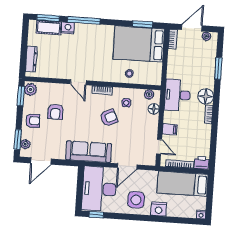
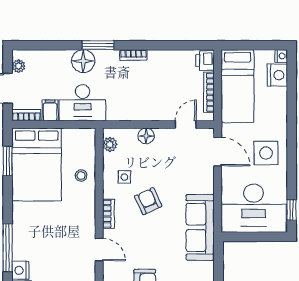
window: (218, 68) -> (98, 45), moved
door: (78, 82) -> (99, 250), hinge flipped
desk: (177, 95) -> (83, 103), moved
floor lamp: (206, 96) -> (83, 61), moved
floor lamp: (154, 109) -> (146, 136), moved
filing cabinet: (170, 129) -> (50, 110), moved
door: (127, 166) -> (218, 152), moved
nightstand: (159, 209) -> (277, 75), moved

